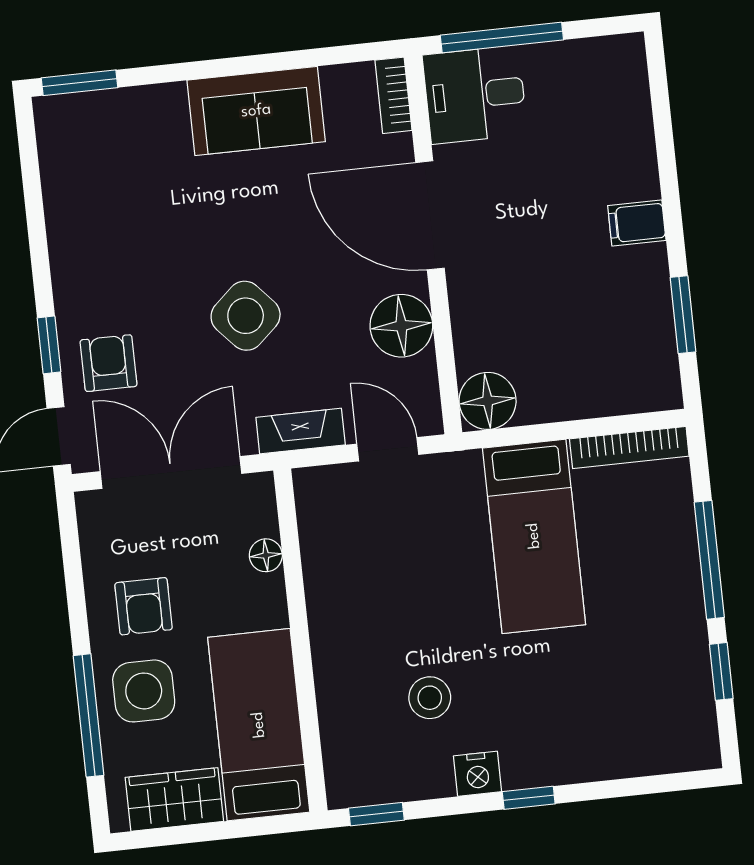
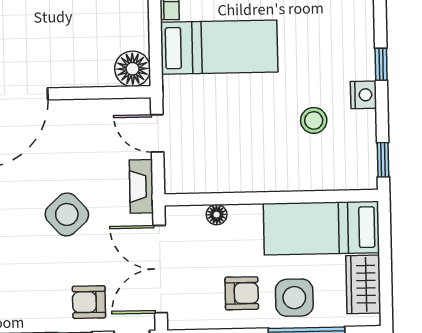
floor lamp: (401, 326) -> (81, 118), removed
door: (388, 449) -> (157, 133), hinge flipped

